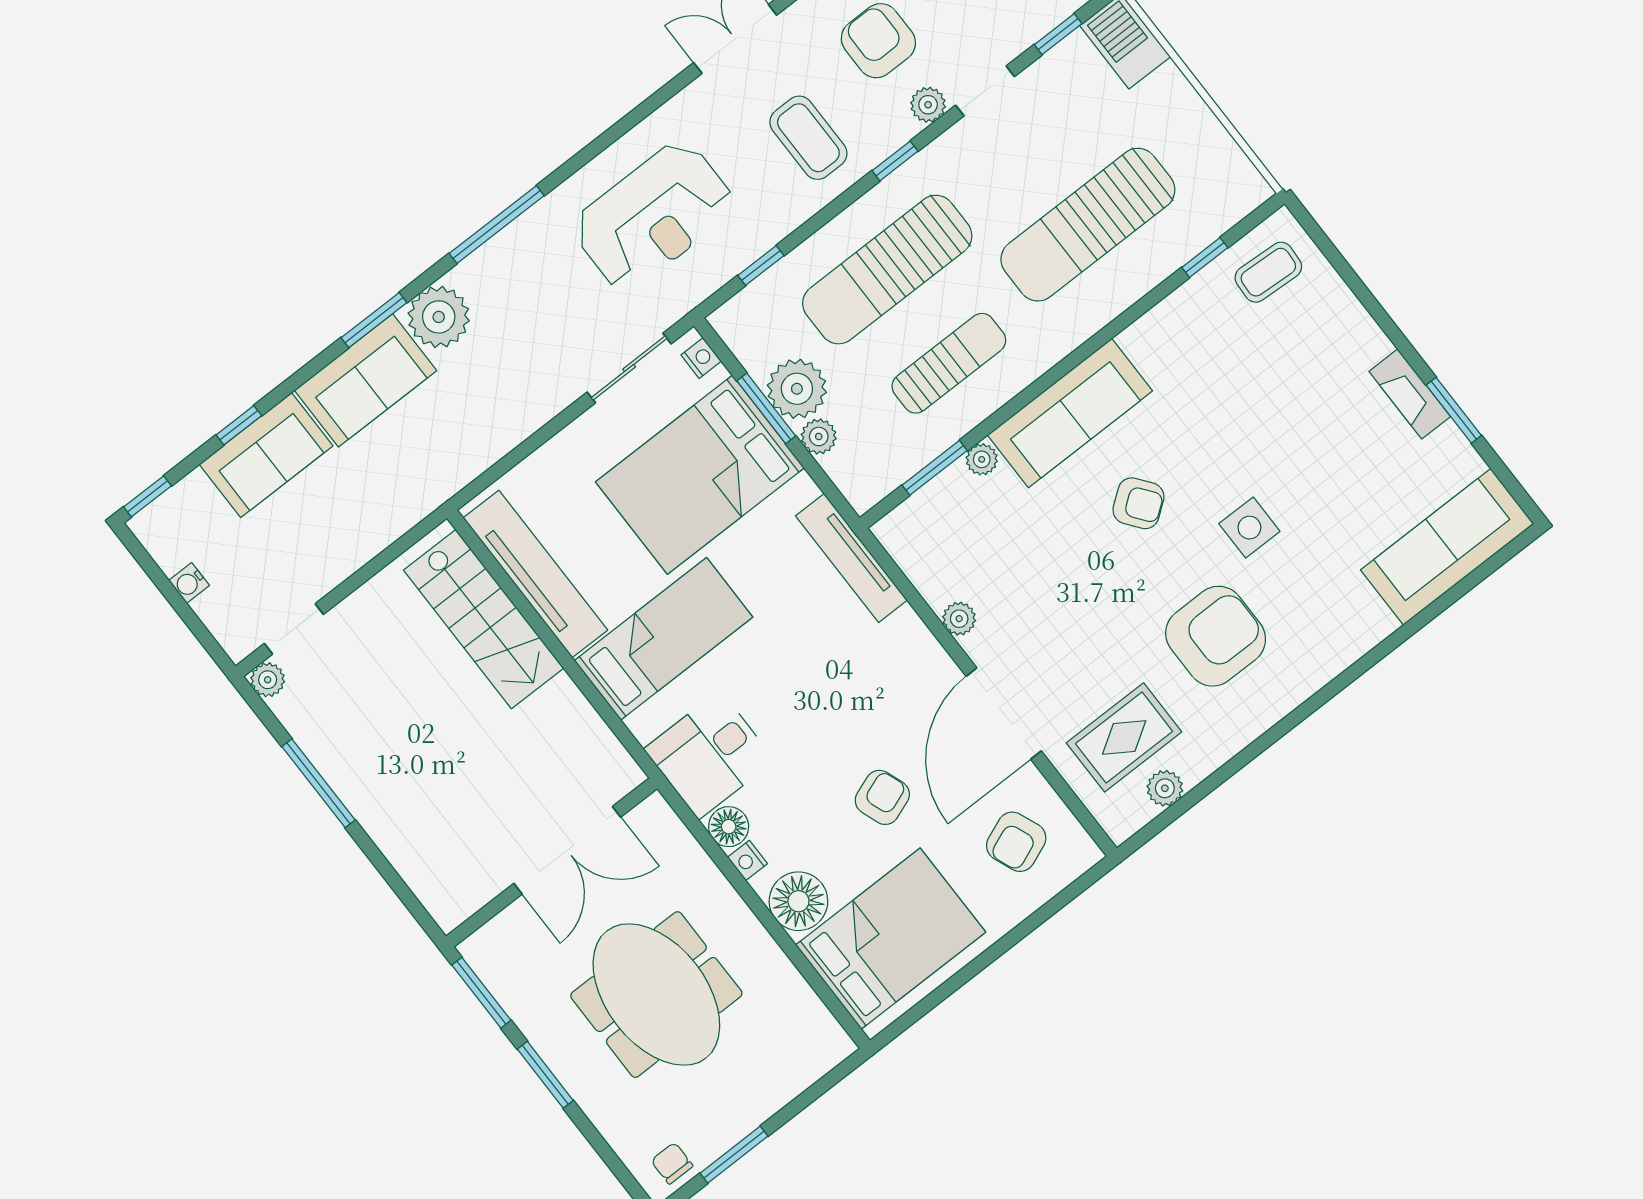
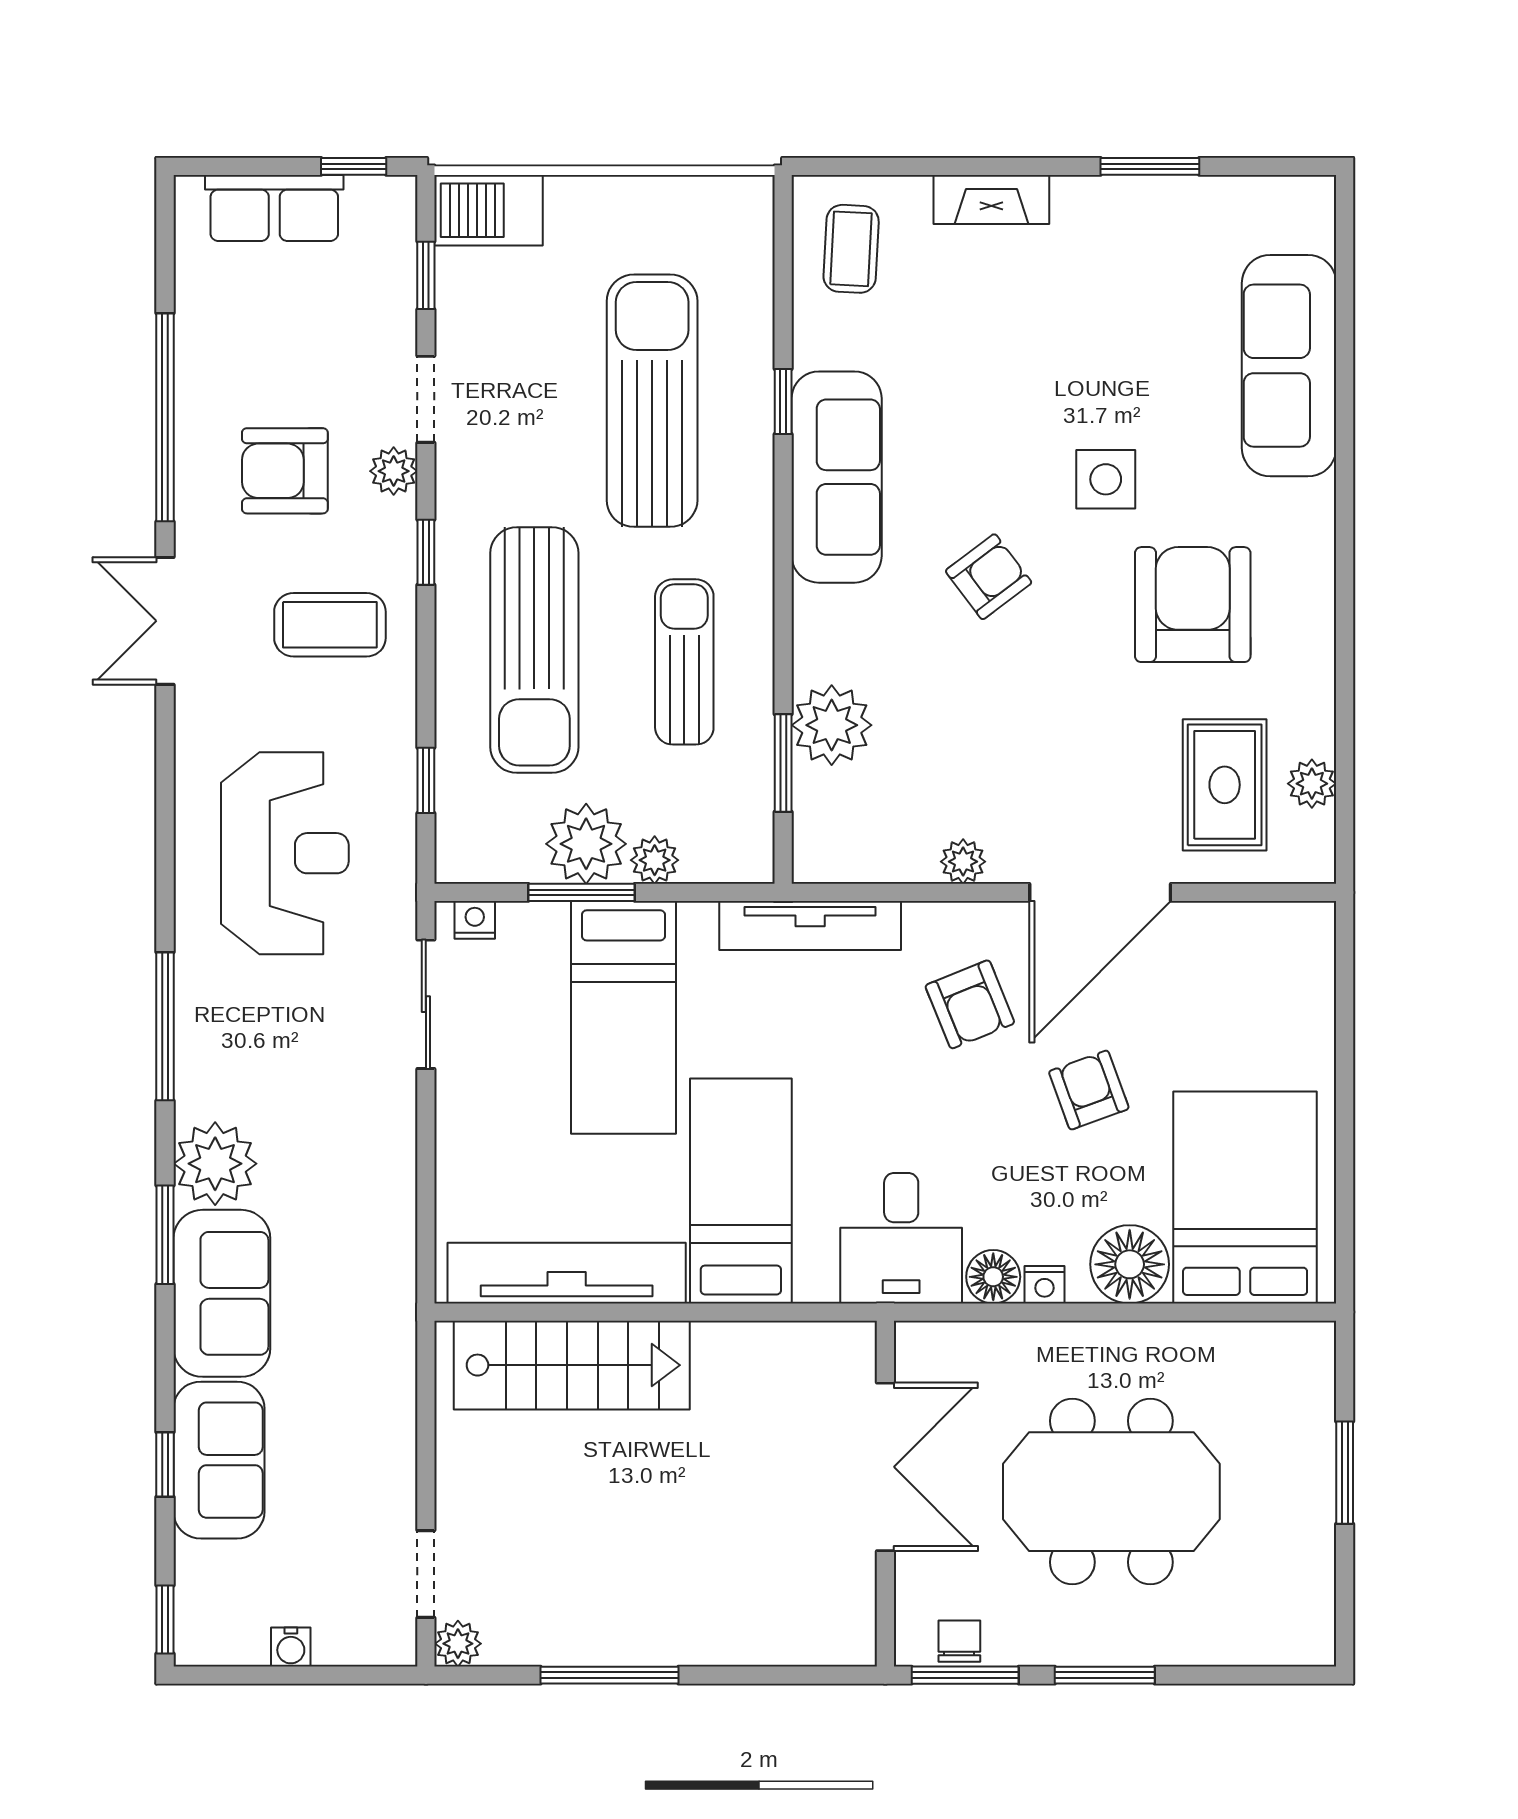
sun lounger: (1088, 225) -> (652, 401), turned 180
window: (1205, 257) -> (783, 401), moved
fireplace: (1410, 394) -> (991, 200), moved
sofa: (1070, 413) -> (837, 477), moved
plant: (982, 459) -> (832, 725), width x1.88, depth x1.88
bed: (700, 475) -> (623, 1017), width x0.67
sofa: (1447, 547) -> (1289, 366), moved
door: (1004, 714) -> (1100, 892), hinge flipped
armchair: (1016, 842) -> (970, 1004), moved
window: (734, 1155) -> (1345, 1473), moved
chair: (672, 1163) -> (959, 1641), moved, turned 90

